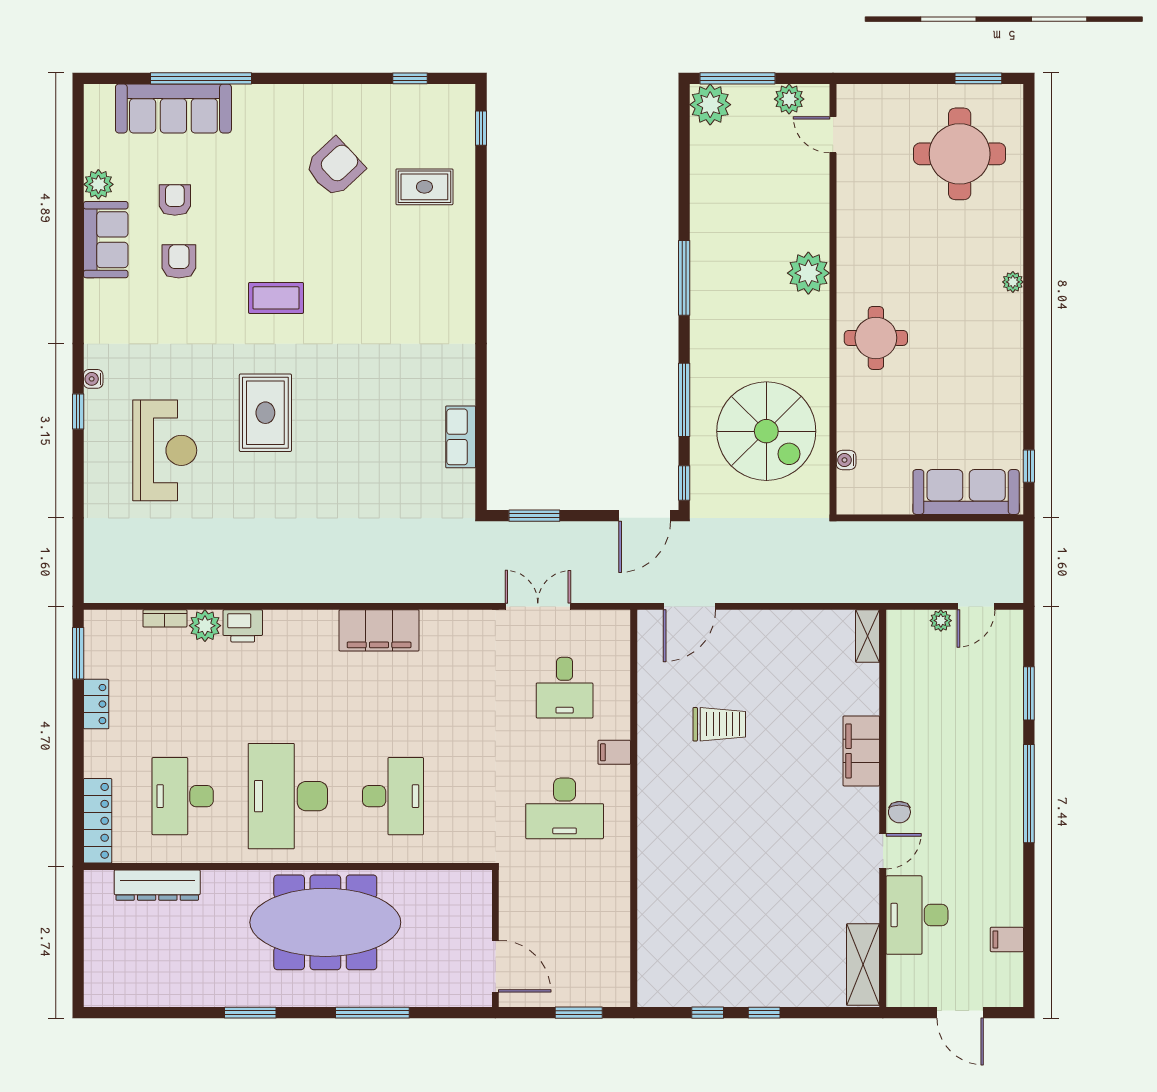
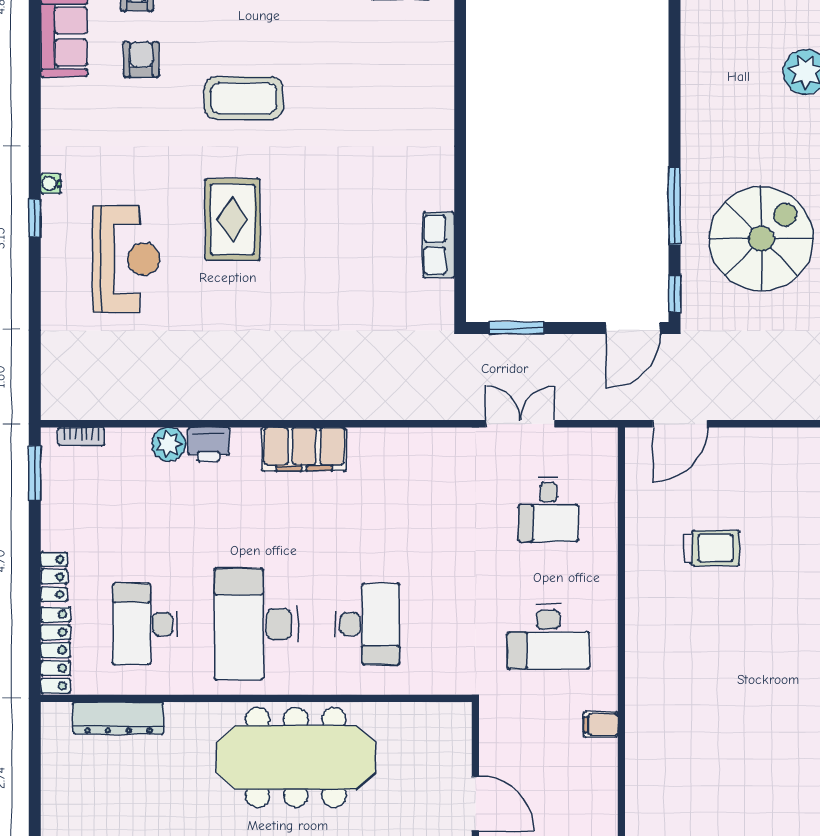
window: (684, 278) -> (675, 77), removed
coffee table: (276, 298) -> (244, 98), width x1.36, depth x1.32
spiral stairs: (766, 431) -> (761, 239), turned -90
bookcase: (165, 618) -> (81, 436), moved
filing cabinet: (379, 630) -> (304, 449), moved
locker: (96, 704) -> (54, 577), moved
filing cabinet: (614, 752) -> (601, 724), moved

